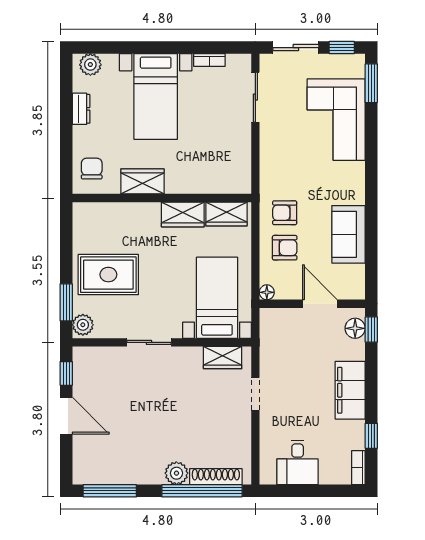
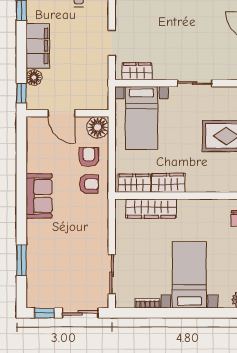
window: (371, 83) -> (21, 260), moved
corner sofa: (336, 120) -> (49, 257), removed
wardrobe: (142, 181) -> (151, 209), moved, width x1.50
sofa: (348, 234) -> (39, 196), moved
armchair: (285, 248) -> (89, 157), turned 90
floor lamp: (267, 292) -> (98, 127), width x1.89, depth x1.89
floor lamp: (355, 328) -> (34, 77), moved

